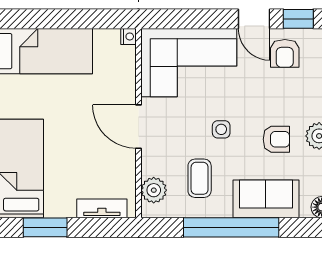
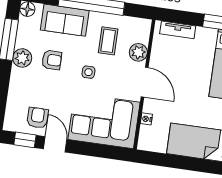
nightstand: (128, 36) -> (146, 119), moved
armchair: (276, 139) -> (52, 60), turned 180
plant: (154, 190) -> (138, 52), moved

